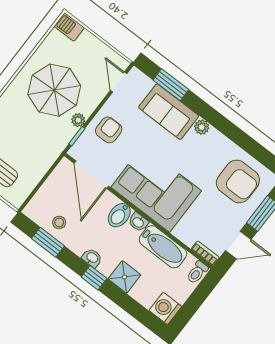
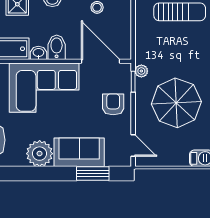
plant: (78, 120) -> (141, 71), moved
plant: (202, 127) -> (40, 154), width x1.87, depth x1.87
armchair: (109, 130) -> (113, 104), turned 180

